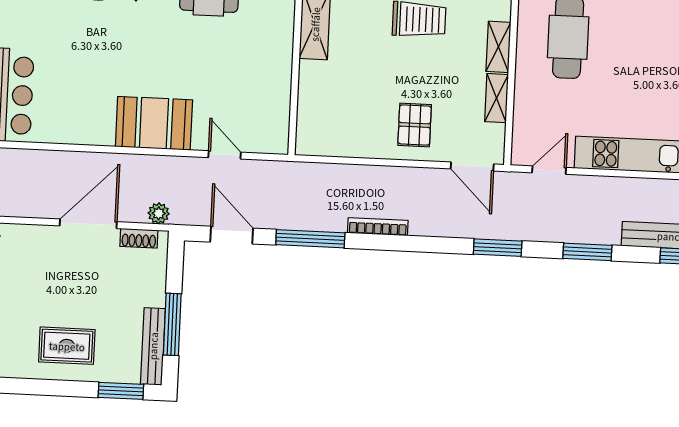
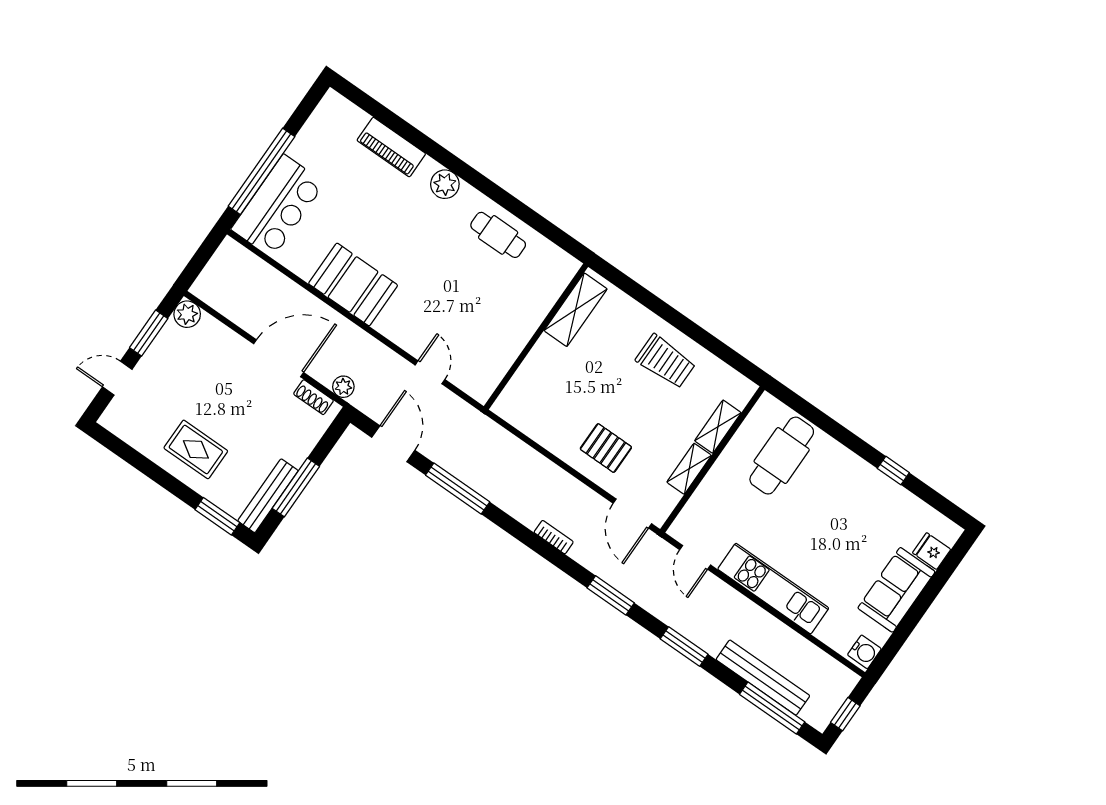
booth: (154, 123) -> (353, 284), moved
pallet: (415, 125) -> (606, 448), turned 90
door: (549, 170) -> (695, 557), swing flipped
bookcase: (378, 227) -> (554, 537), moved, width x0.64

